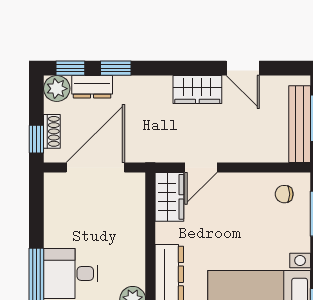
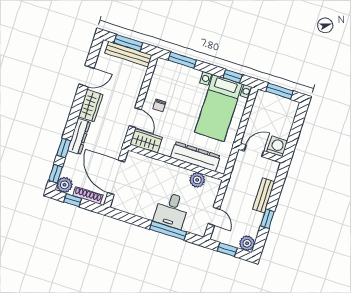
dresser: (92, 87) -> (79, 136), moved, width x1.44
shoe rack: (52, 131) -> (88, 195), width x1.43
window: (36, 139) -> (73, 200), moved
chair: (284, 194) -> (159, 106), moved

